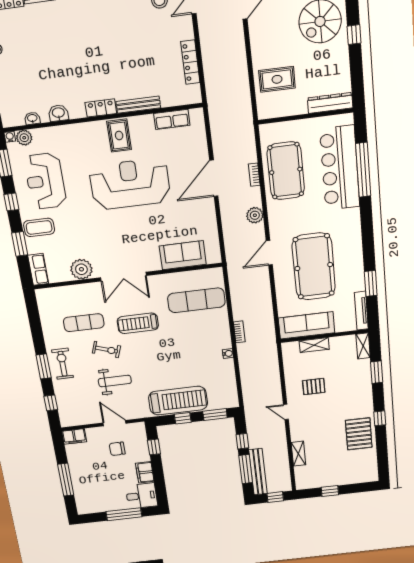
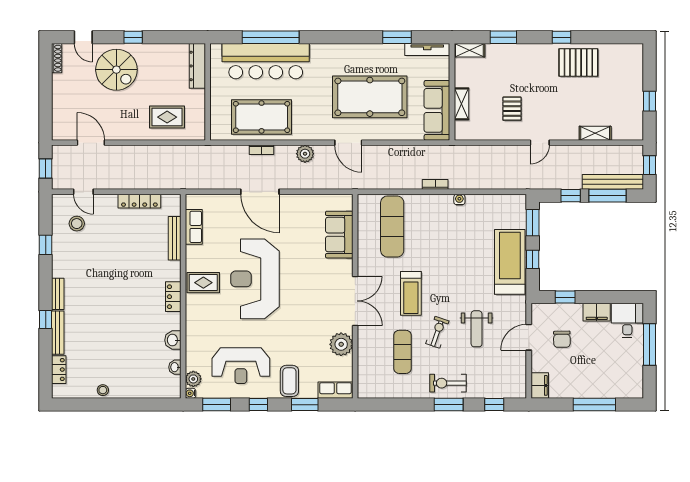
rug: (277, 79) -> (167, 117), turned 90
bench: (138, 105) -> (175, 238), moved
weight bench: (115, 381) -> (477, 329), turned 180

